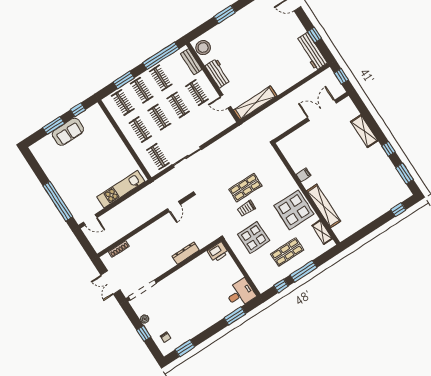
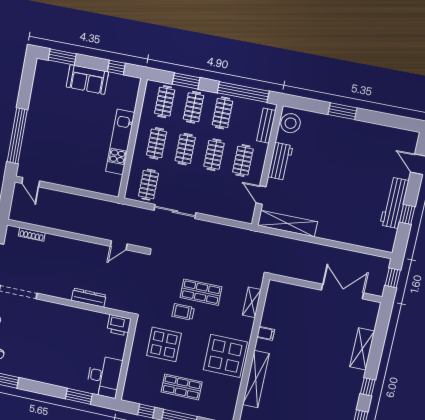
workbench: (312, 51) -> (394, 203), moved
window: (54, 125) -> (62, 57), moved
kitchen unit: (121, 189) -> (120, 142), moved, turned -90
shelving: (322, 232) -> (252, 302), moved
desk: (240, 293) -> (104, 377), width x1.37

